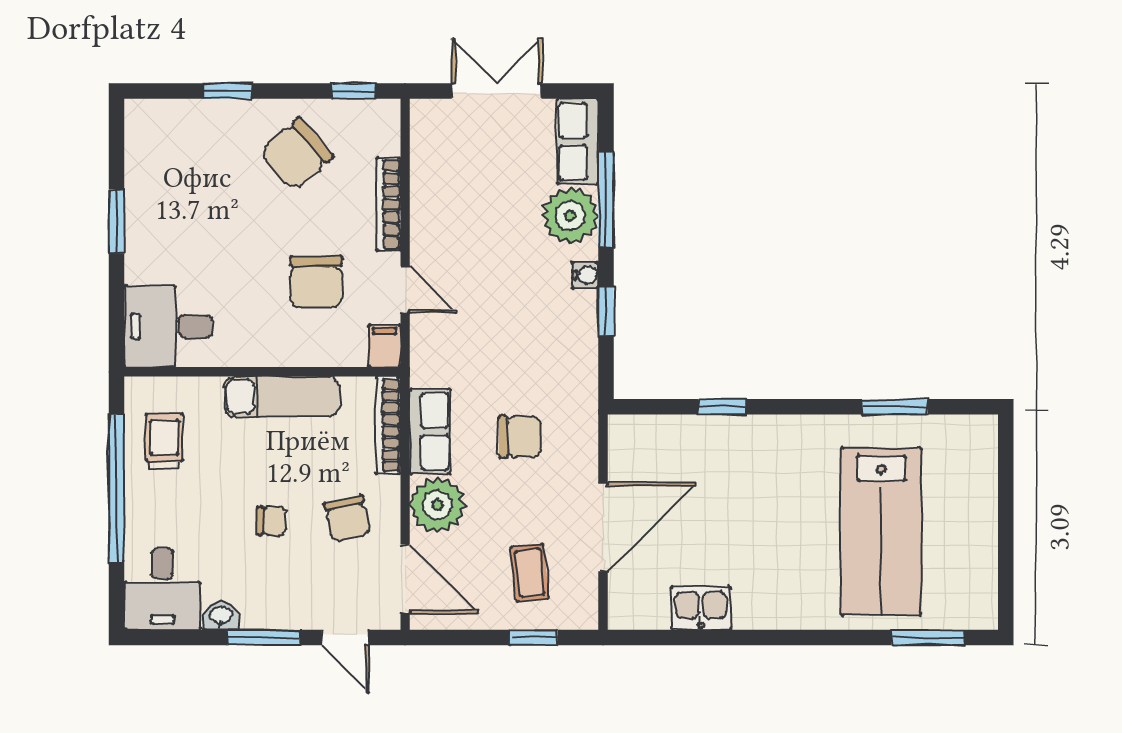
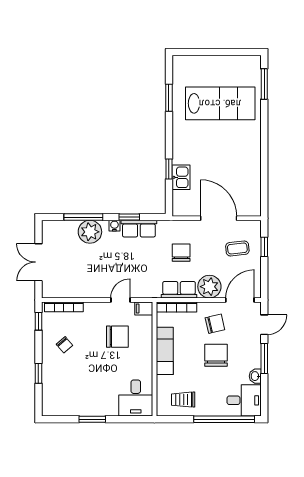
row of seats: (578, 141) -> (139, 229), moved
chair: (297, 154) -> (64, 345), width x0.54, depth x0.54
bookcase: (389, 204) -> (64, 307), moved
window: (117, 488) -> (224, 419), moved
chair: (271, 521) -> (216, 355), width x1.87, depth x1.87
kitchen sink: (701, 608) -> (181, 177), moved, turned 180

